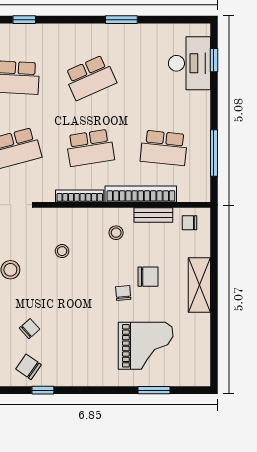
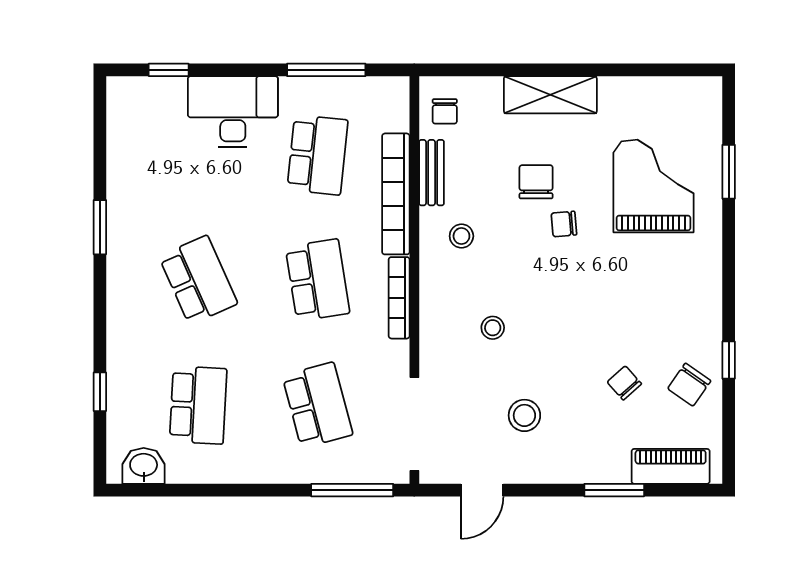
desk: (189, 63) -> (233, 112), moved

